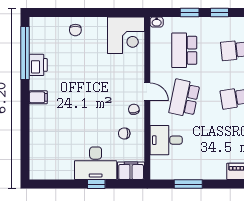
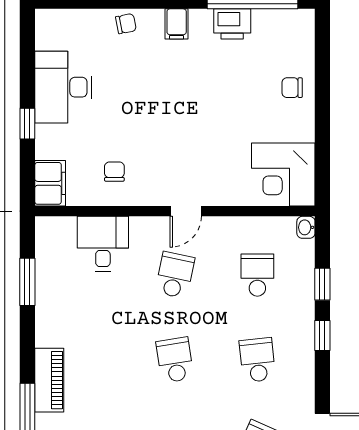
school desk: (184, 50) -> (257, 275), width x0.54
school desk: (184, 98) -> (175, 275), width x0.54
chair: (134, 109) -> (126, 24), moved
desk: (96, 163) -> (63, 87), moved

